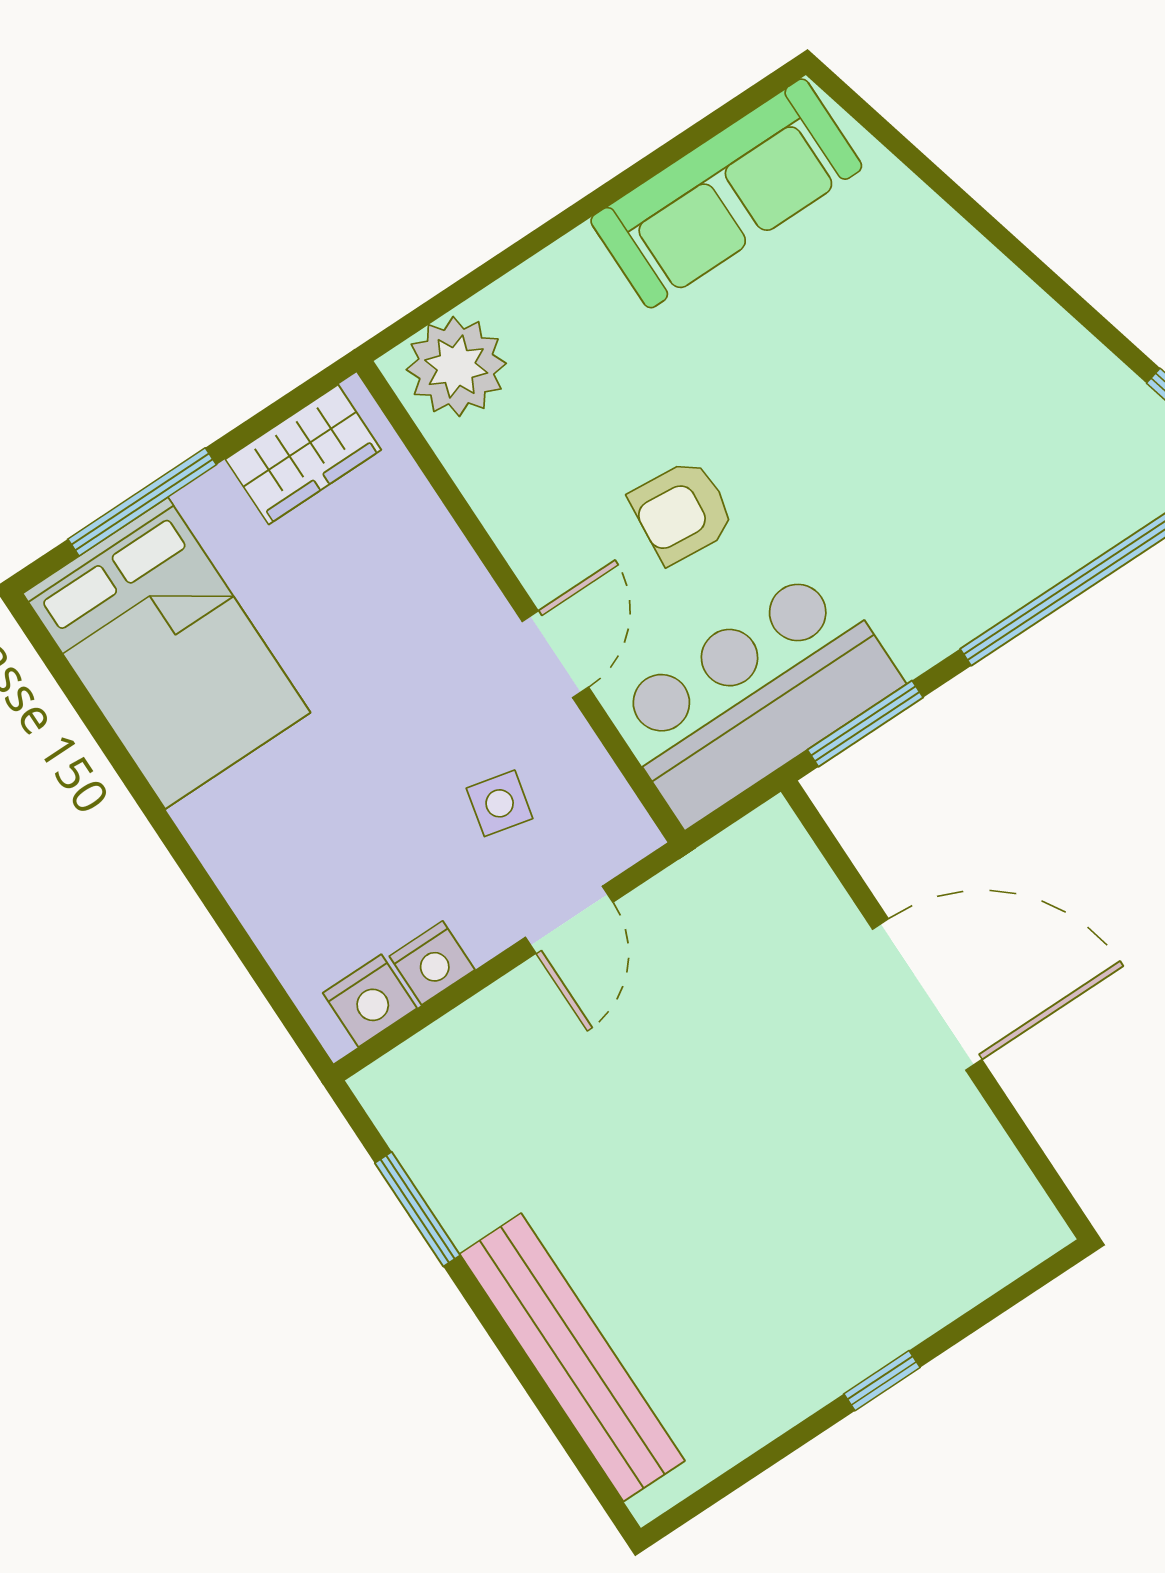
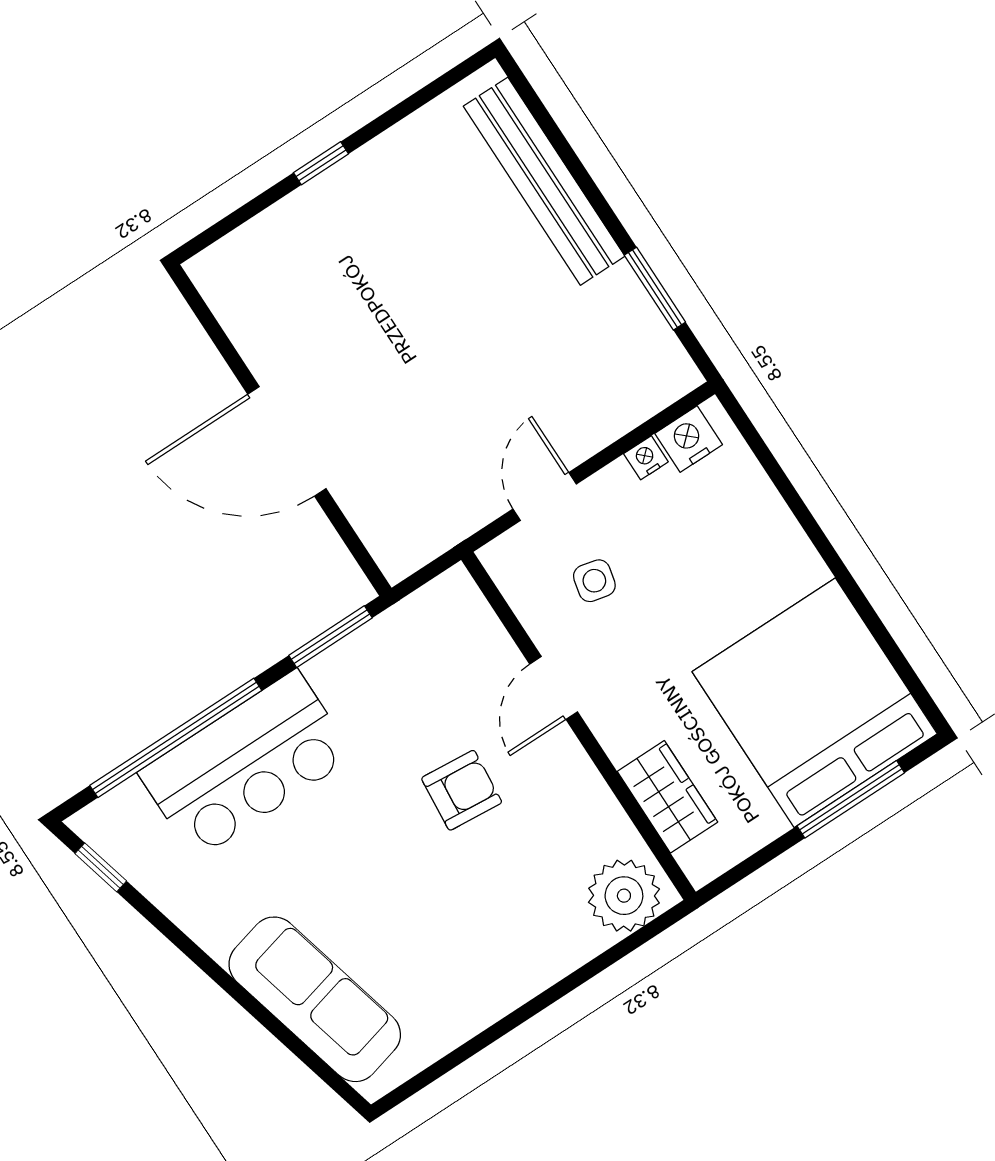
sofa: (726, 193) -> (315, 999), moved, turned 76
wardrobe: (303, 454) -> (667, 797), moved, turned 90
bed: (166, 653) -> (815, 703), width x1.36
bar counter: (755, 696) -> (246, 764), moved
nightstand: (432, 963) -> (646, 458), width x0.72, depth x0.74

